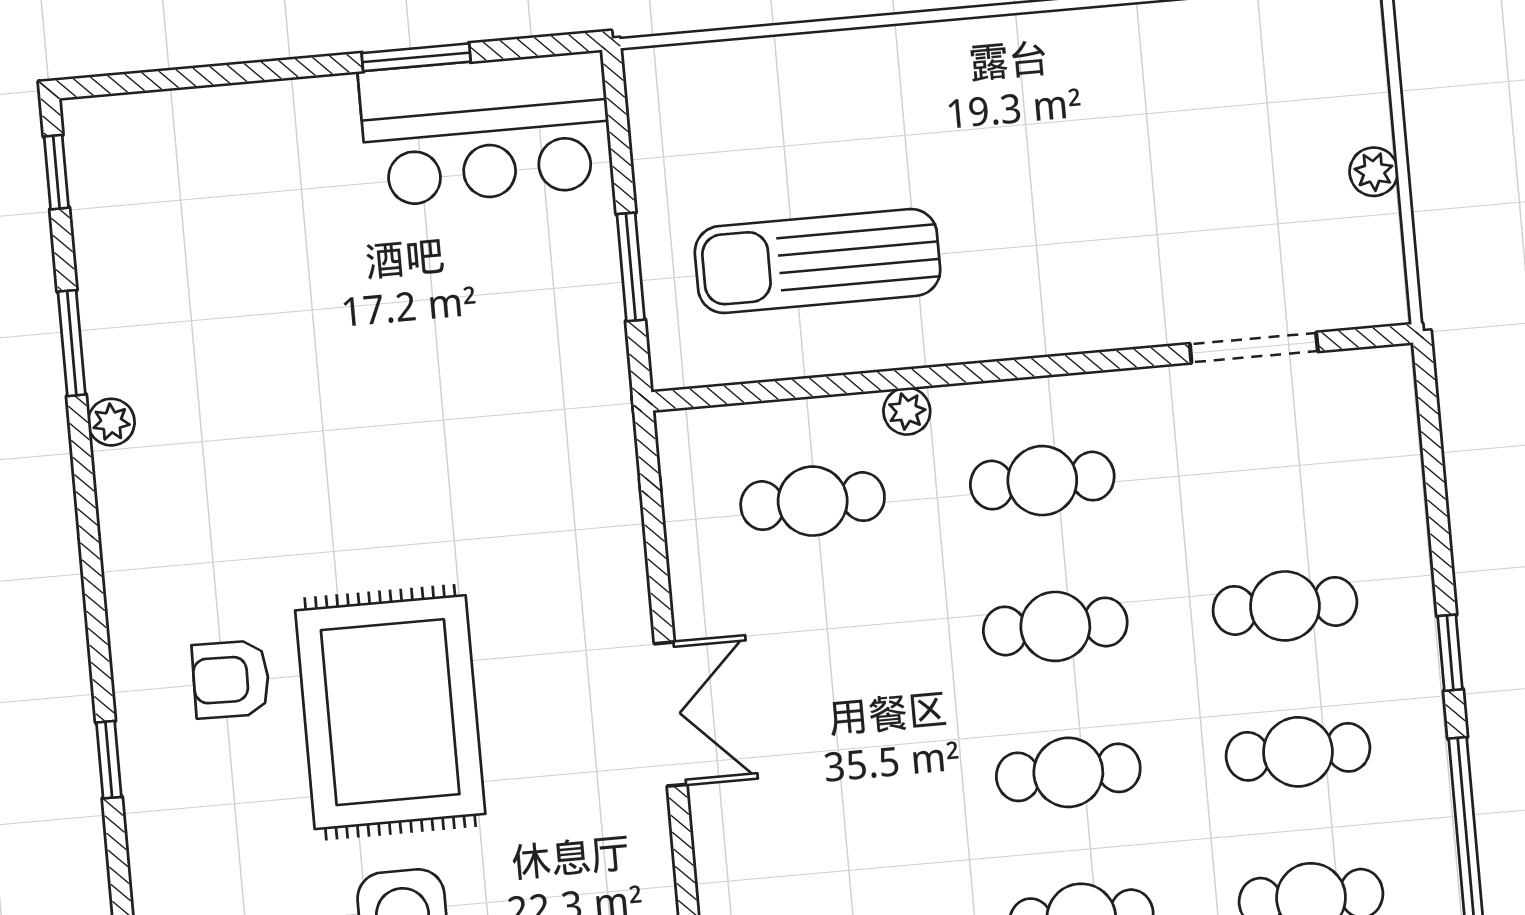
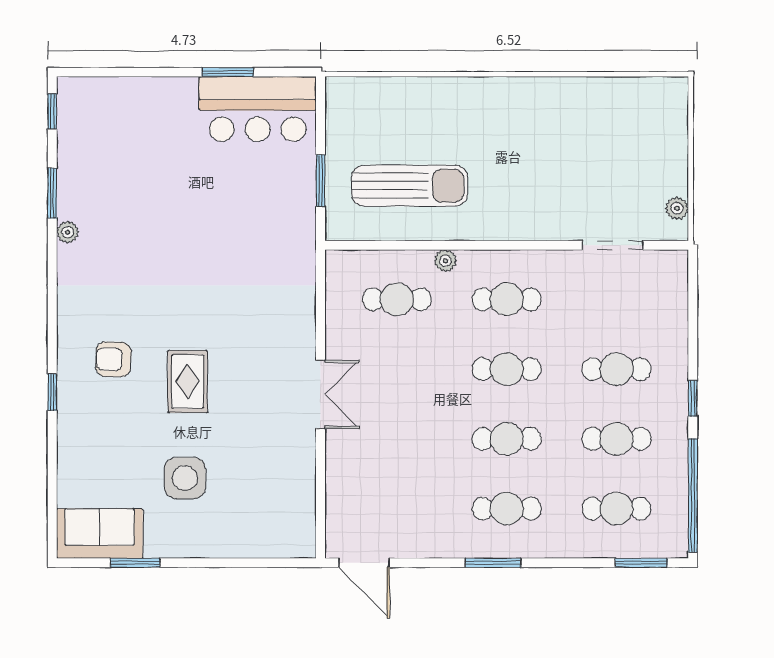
plant: (1374, 172) -> (677, 208), moved
sun lounger: (818, 261) -> (409, 186), turned 180
rug: (390, 712) -> (188, 382), width x0.54, depth x0.49

